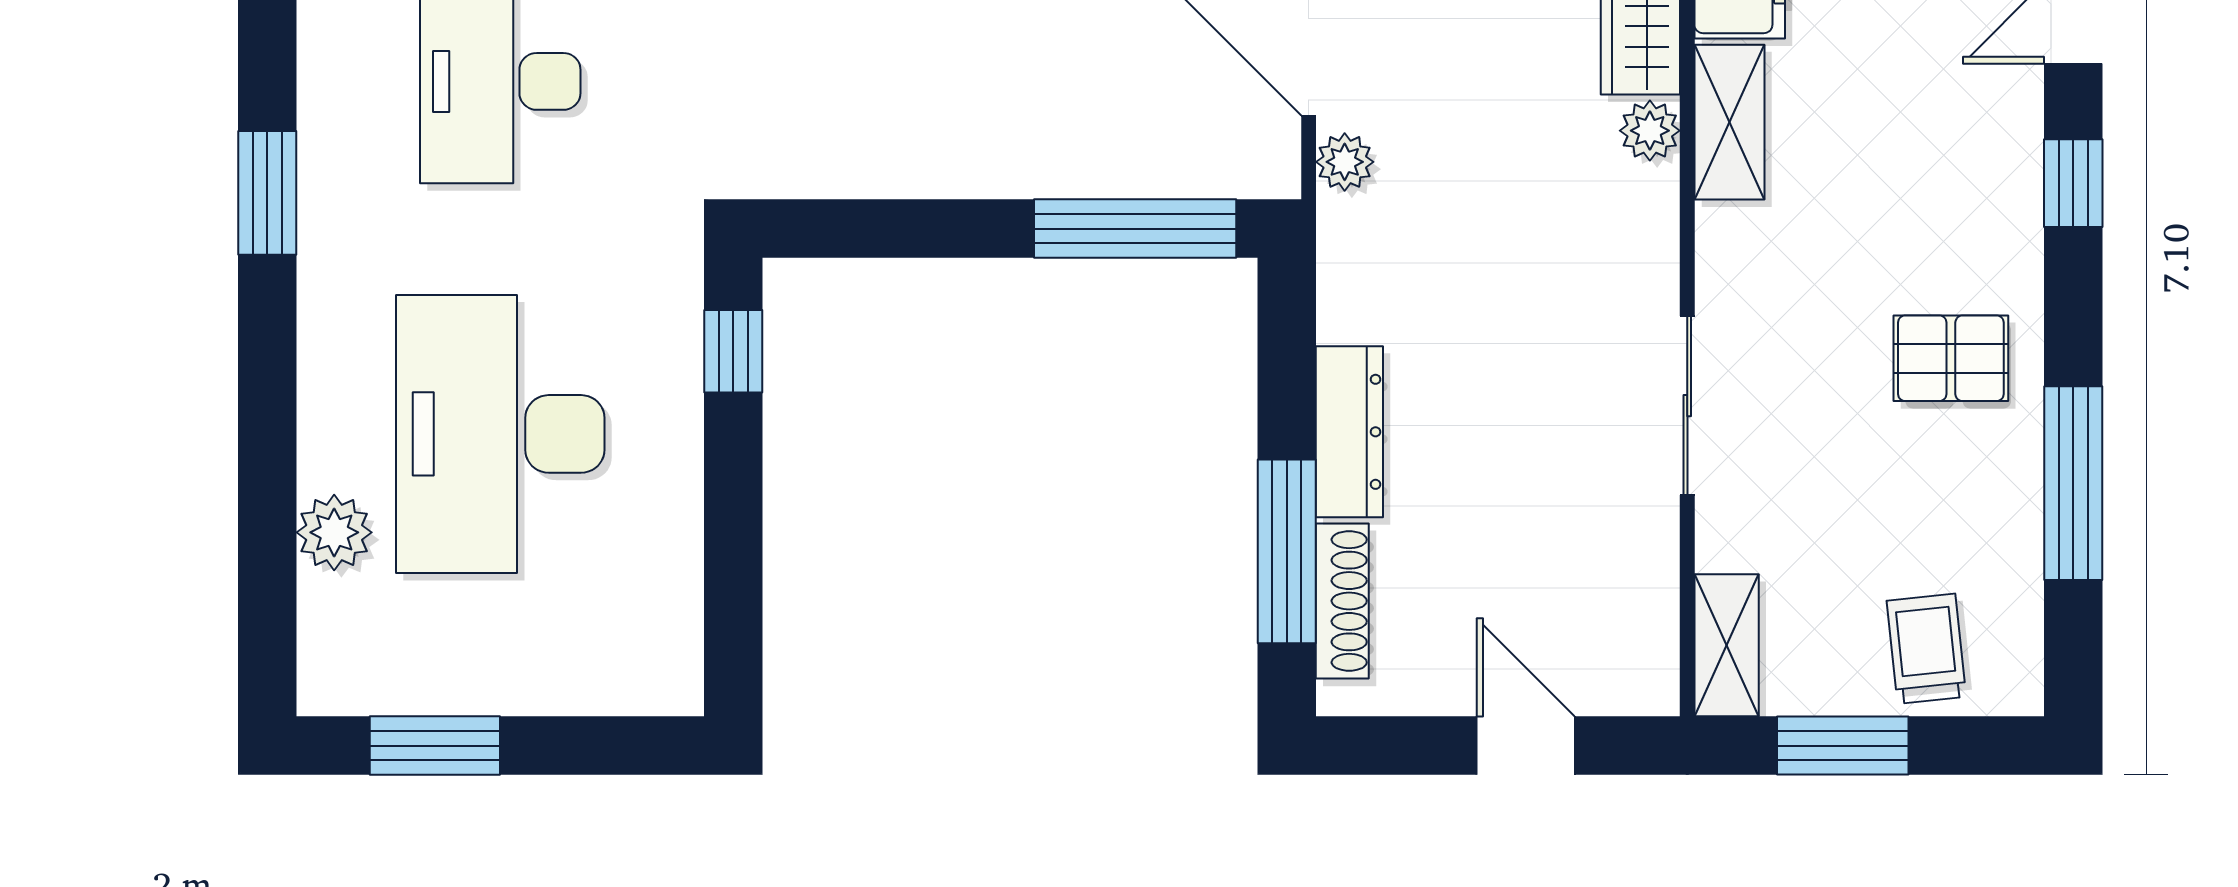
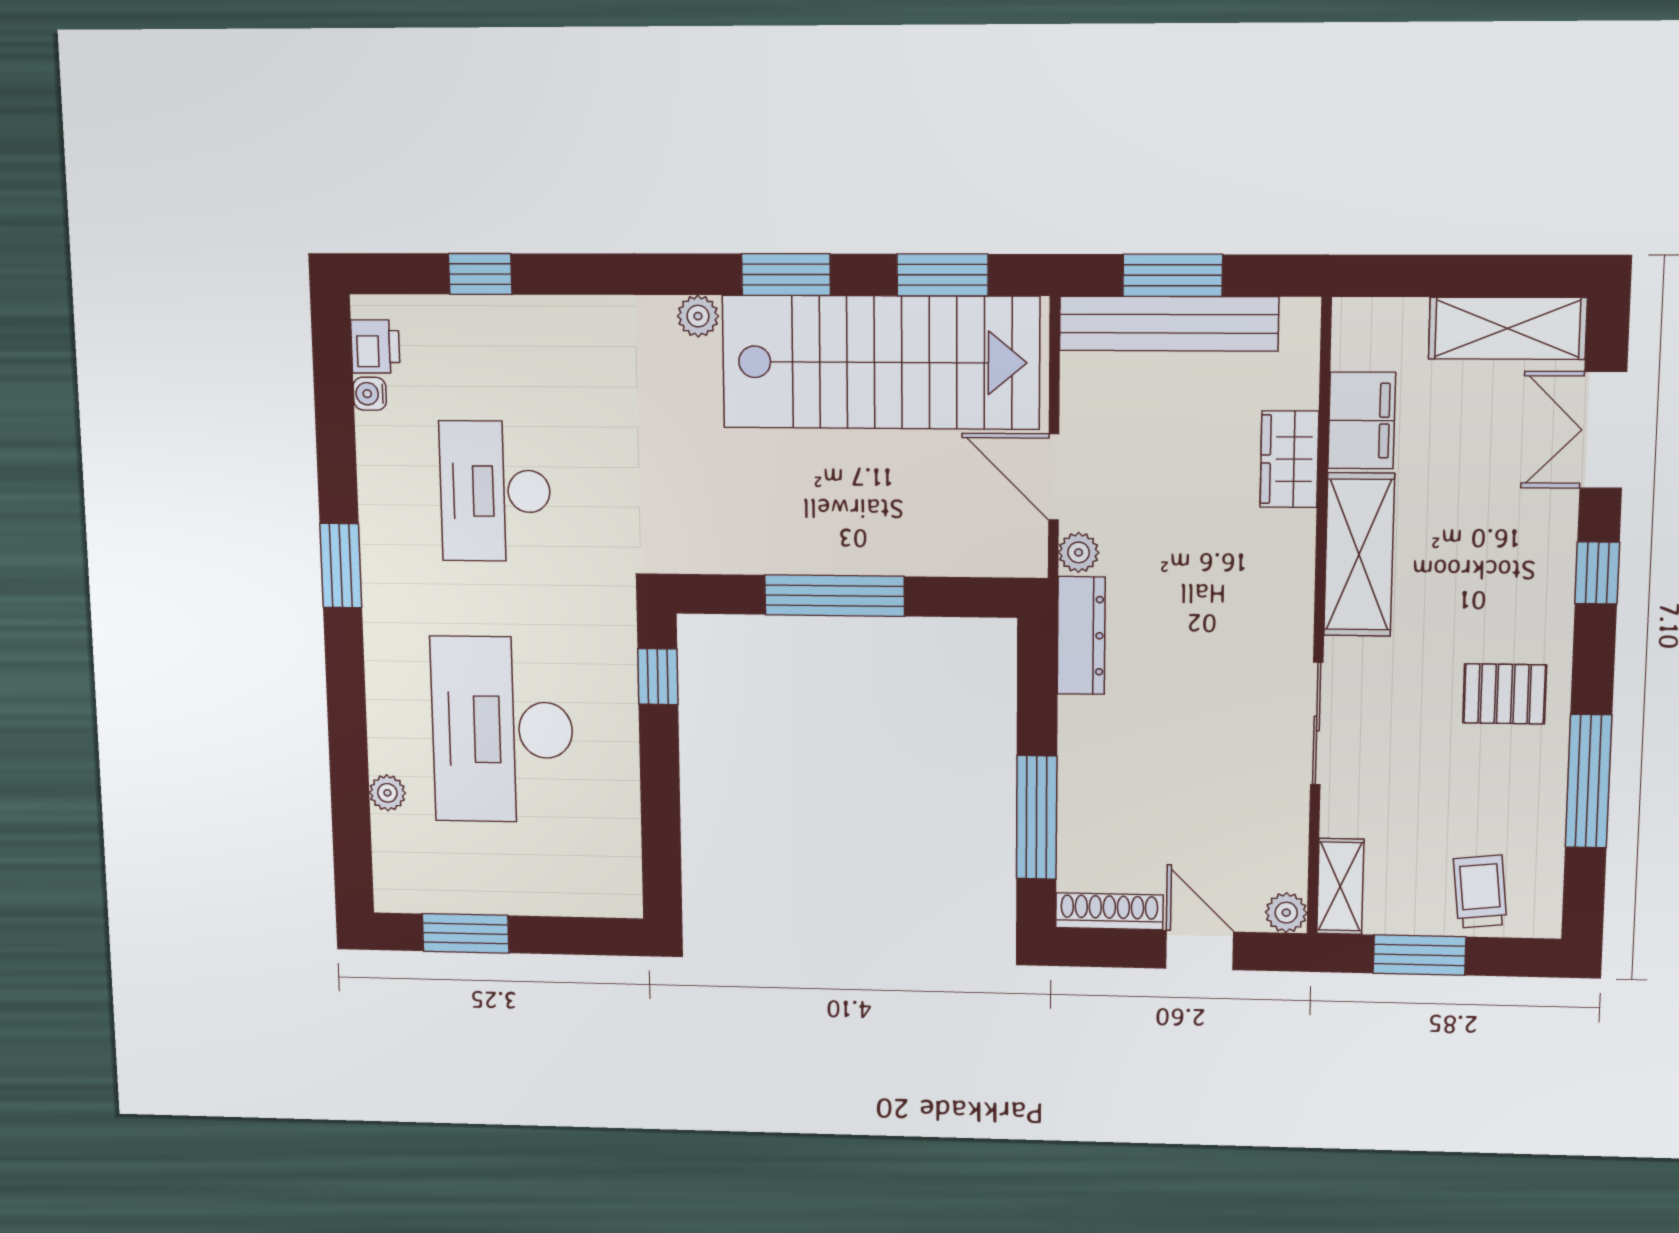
shelving: (1729, 122) -> (1359, 555), width x1.50, depth x1.33
plant: (1650, 131) -> (1286, 913), moved
window: (1135, 229) -> (835, 596), moved
dresser: (1349, 432) -> (1081, 636), moved
plant: (334, 532) -> (387, 793), width x0.73, depth x0.73
shoe rack: (1342, 601) -> (1109, 911), moved, turned -90

